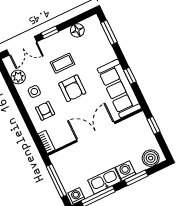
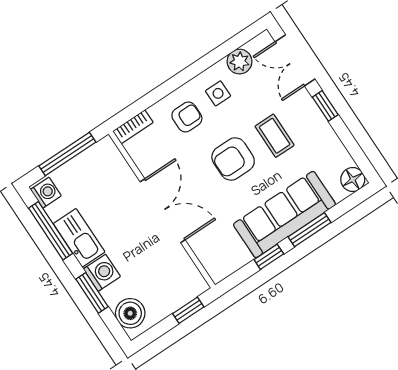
floor lamp: (77, 30) -> (353, 180), moved
window: (109, 33) -> (310, 230), moved
sofa: (119, 89) -> (284, 214), moved

